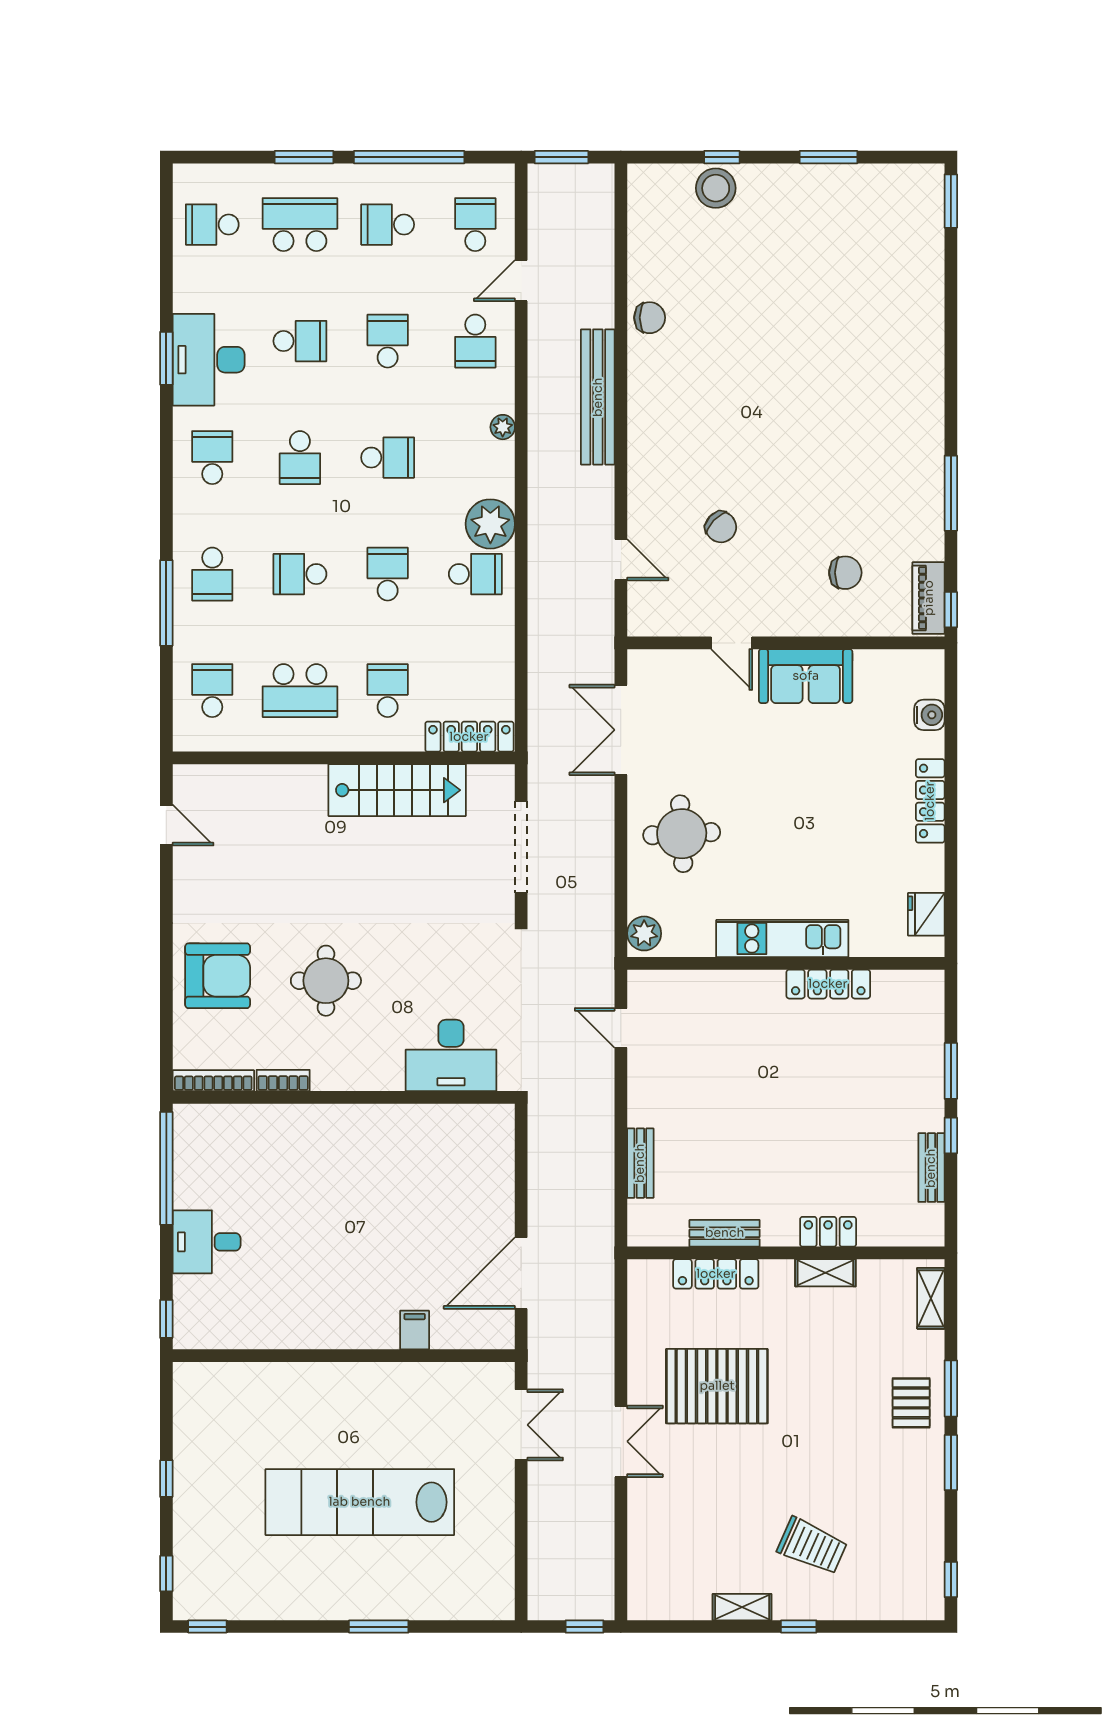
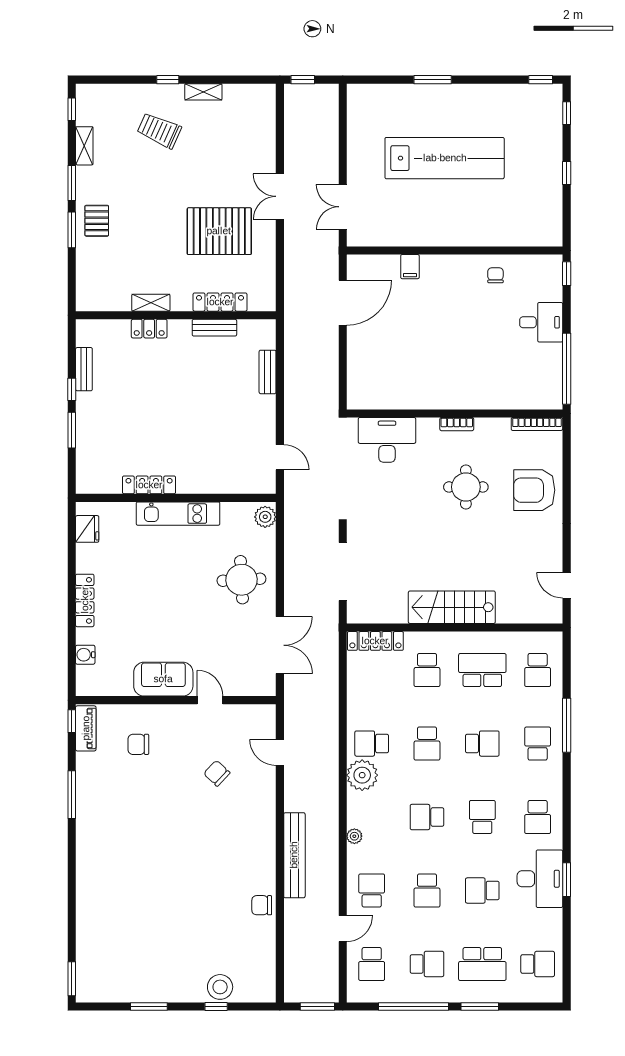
stairs: (397, 790) -> (452, 607), moved
bookcase: (283, 1080) -> (457, 424), moved
shelving: (931, 1298) -> (84, 146), moved
chair: (279, 1316) -> (495, 275), added

